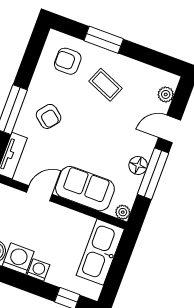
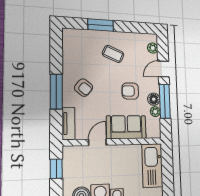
armchair: (68, 61) -> (130, 91), moved
plant: (123, 212) -> (155, 112), moved

